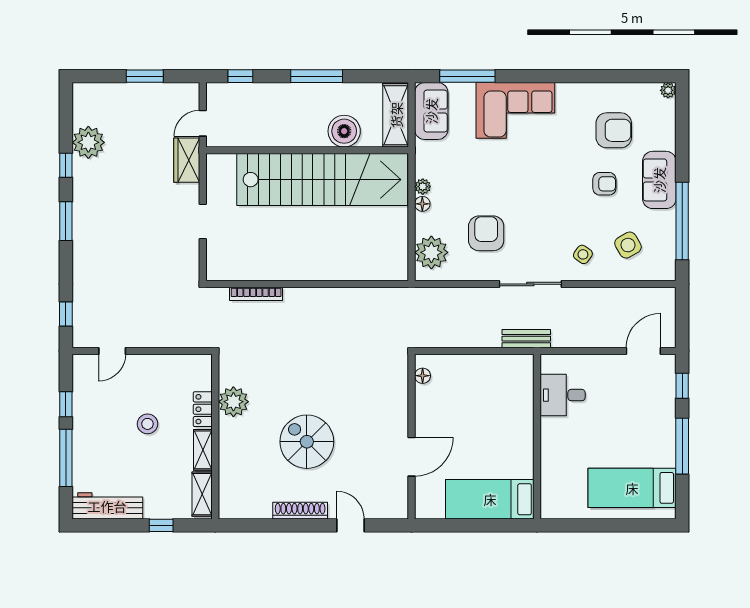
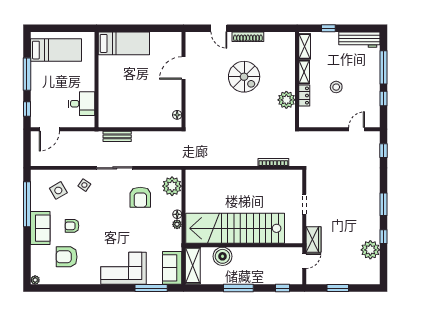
desk: (563, 395) -> (82, 104), moved
wall: (537, 437) -> (96, 80), moved
bed: (490, 499) -> (124, 43), moved

